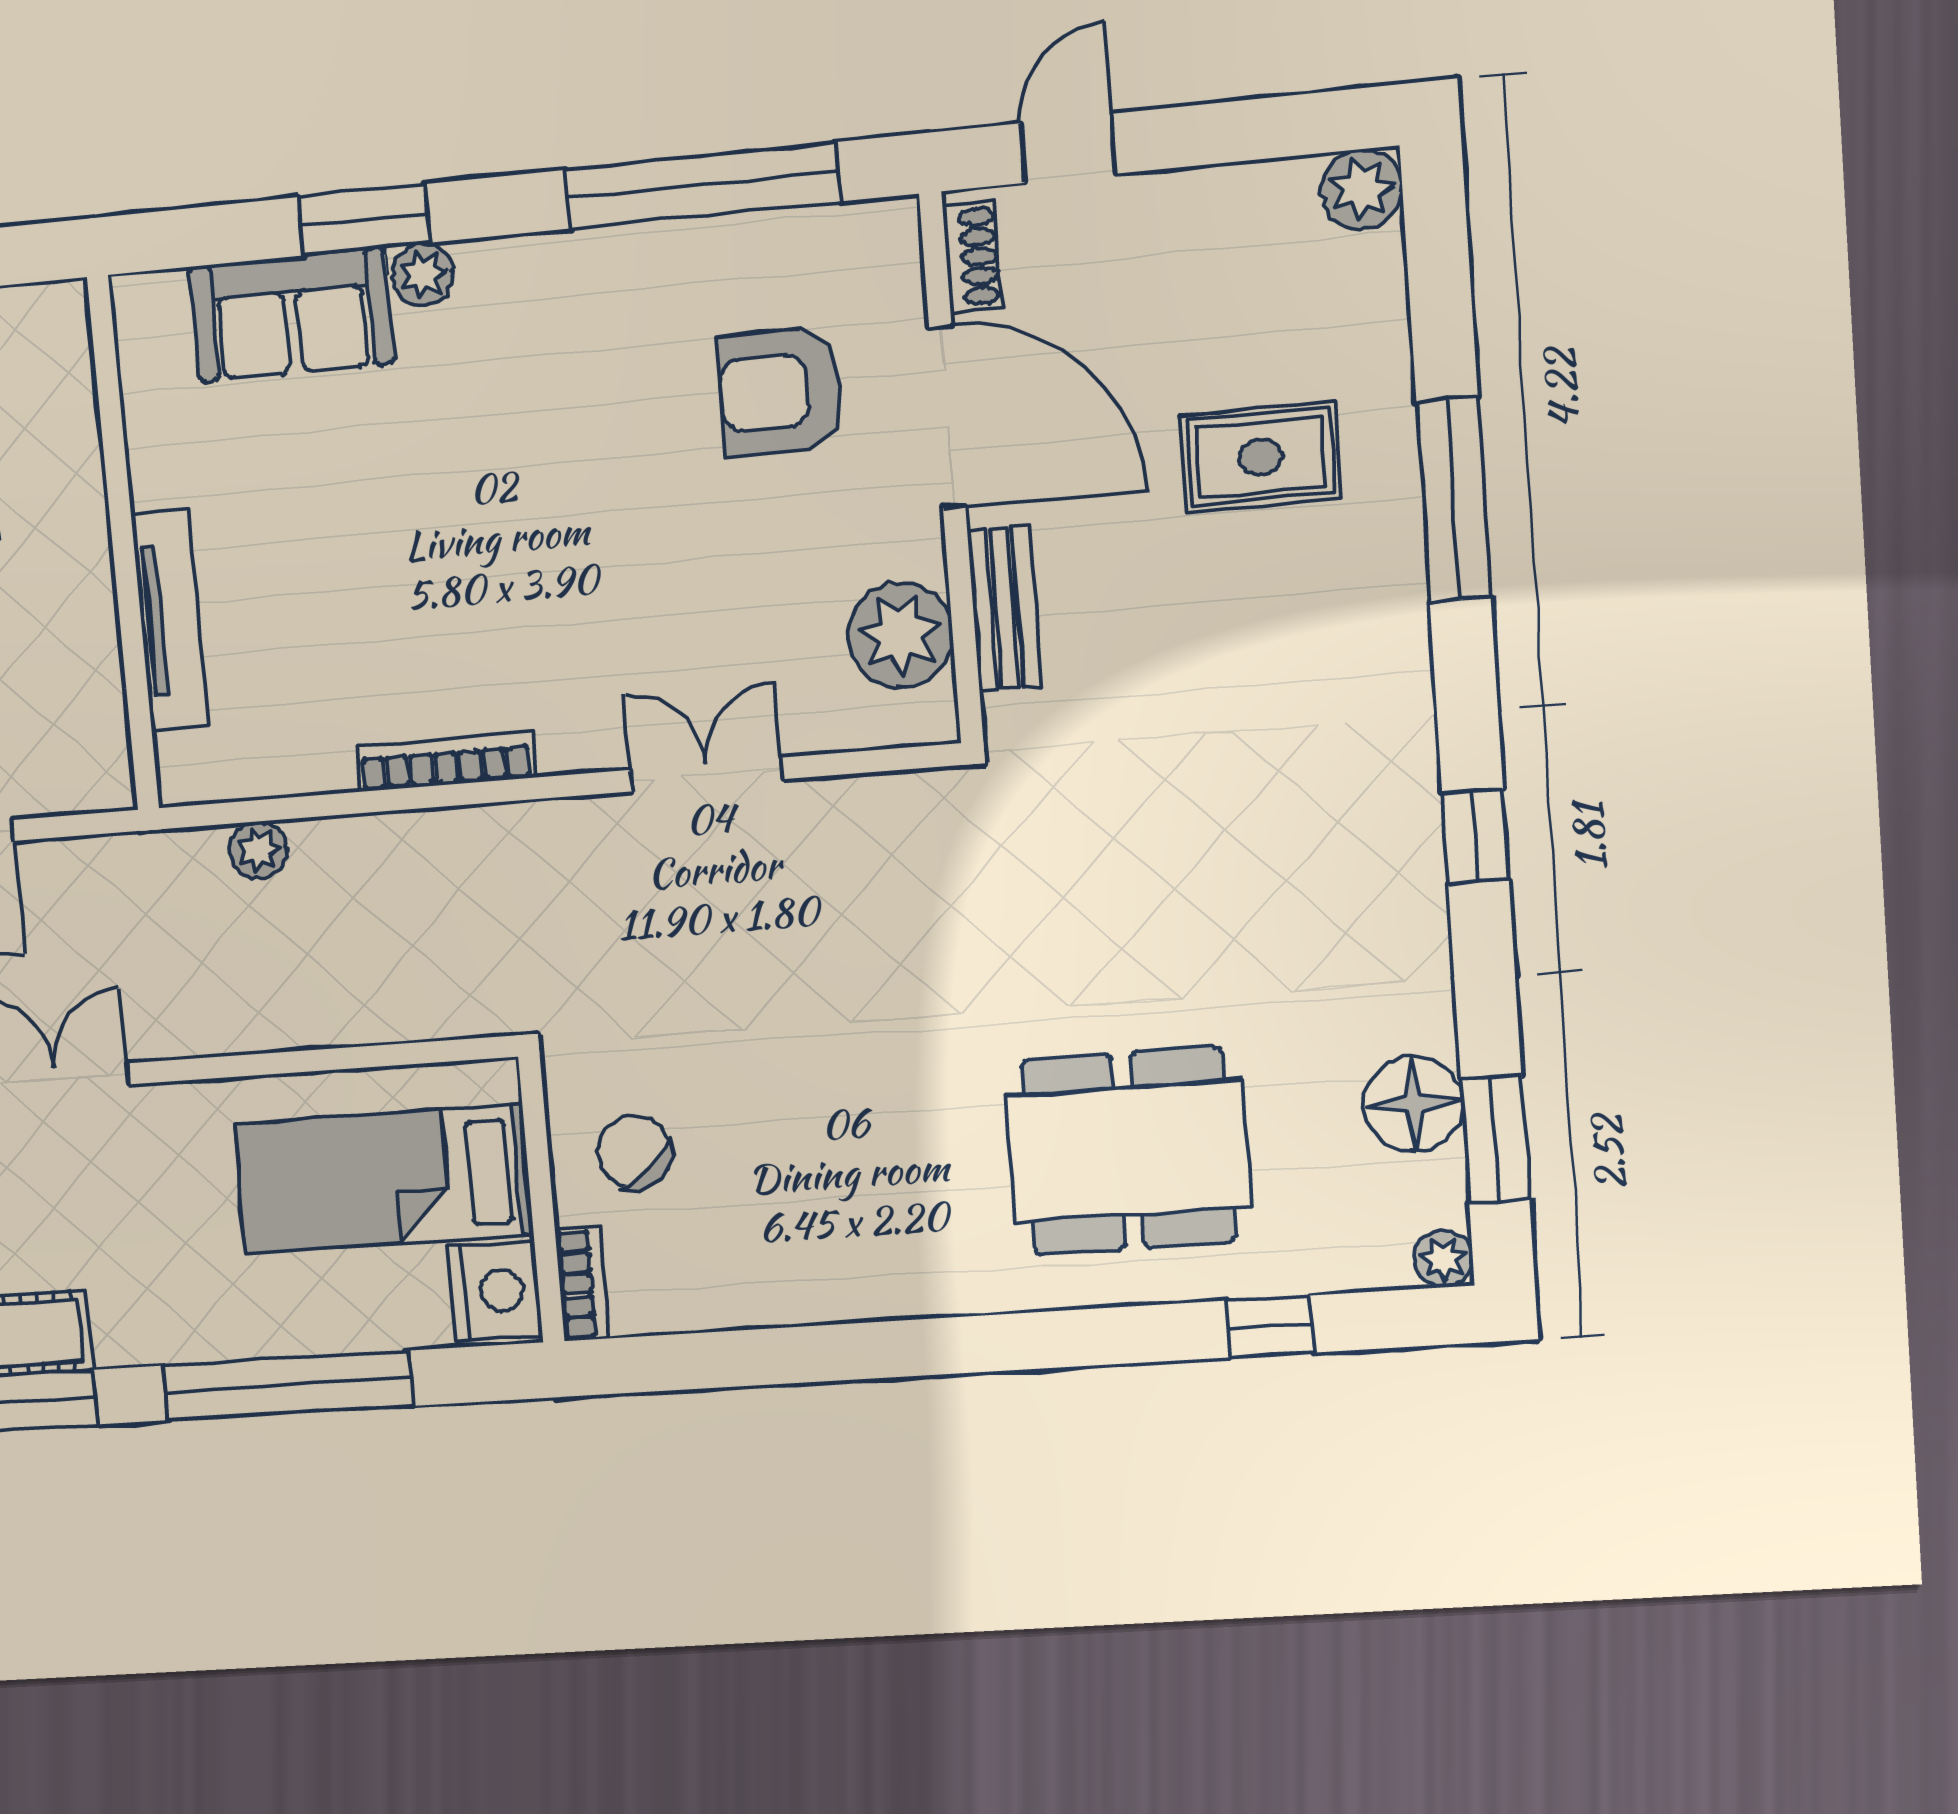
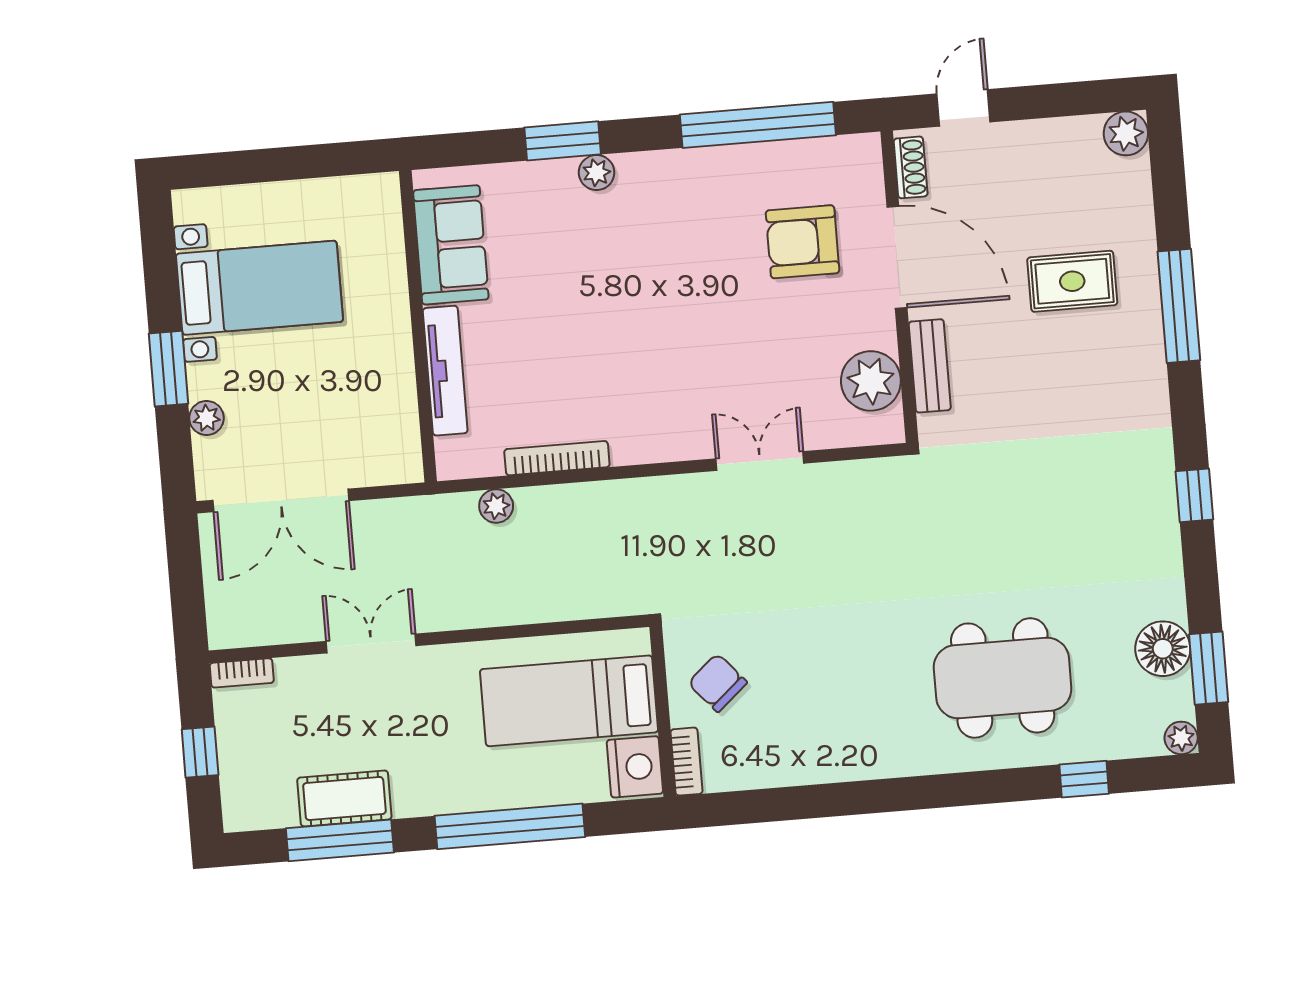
sofa: (292, 315) -> (451, 245), moved, turned -90
bookcase: (445, 762) -> (557, 458), moved

